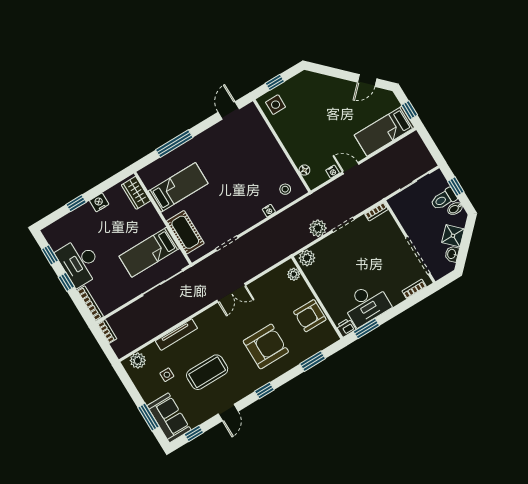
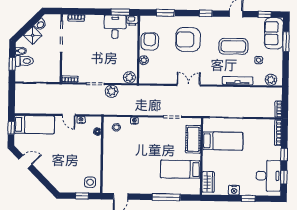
desk: (79, 262) -> (269, 176), moved
plant: (294, 274) -> (144, 60), moved
desk: (366, 304) -> (115, 27), width x0.73
armchair: (310, 316) -> (150, 41), turned -90

